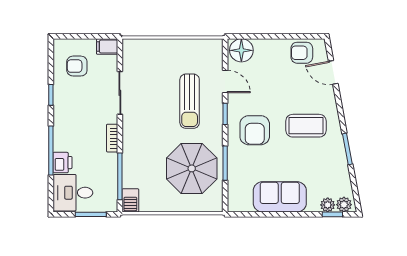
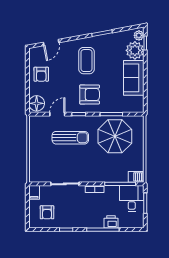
armchair: (302, 53) -> (41, 74), moved
desk: (73, 193) -> (132, 198), moved, turned 180
plant: (328, 205) -> (135, 50), width x1.88, depth x1.88

